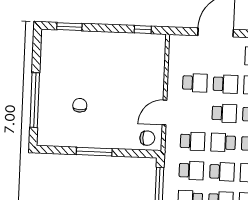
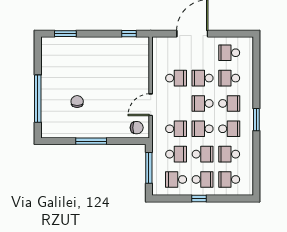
school desk: (225, 84) -> (203, 78), turned 180
school desk: (224, 113) -> (203, 103), turned 180

